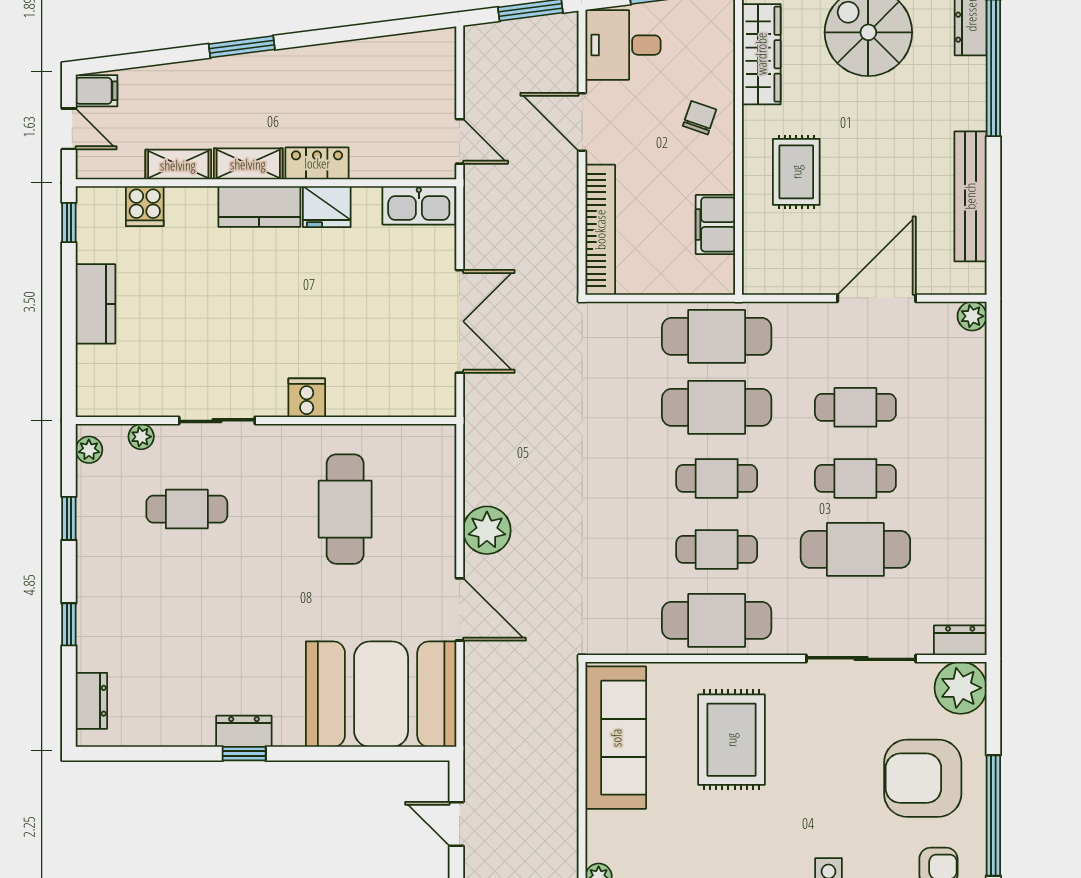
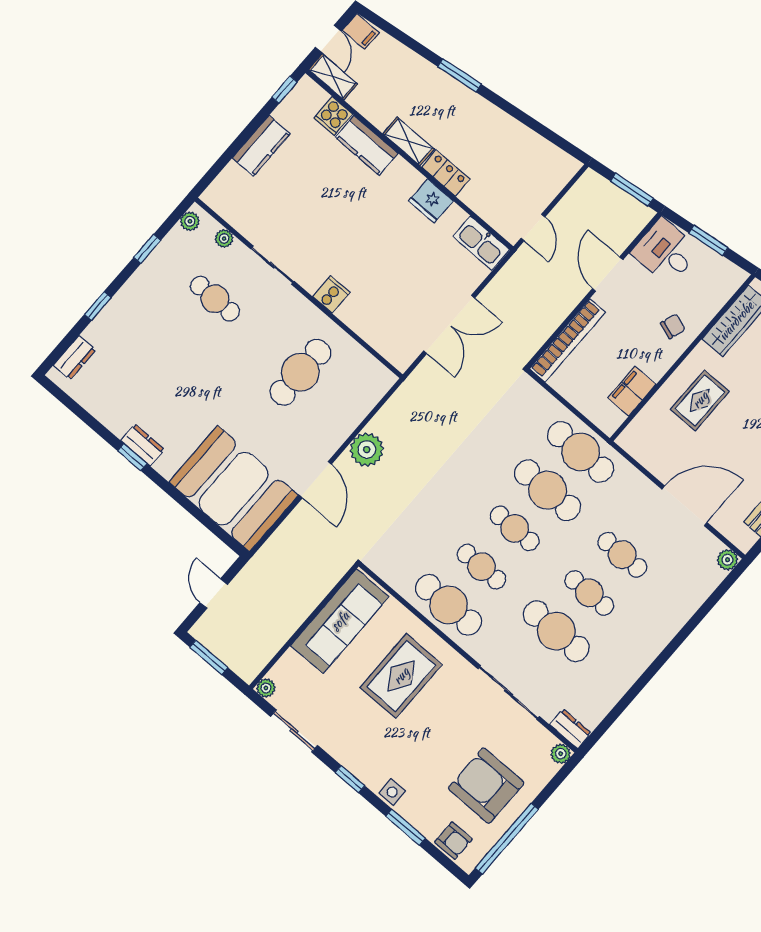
shelving: (178, 165) -> (333, 77), moved
kitchen counter: (259, 207) -> (367, 145), moved
plant: (961, 688) -> (561, 754), width x0.53, depth x0.53

